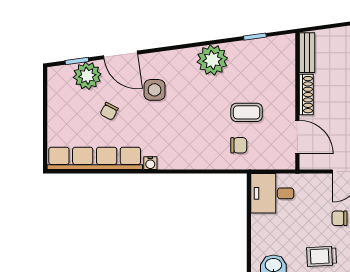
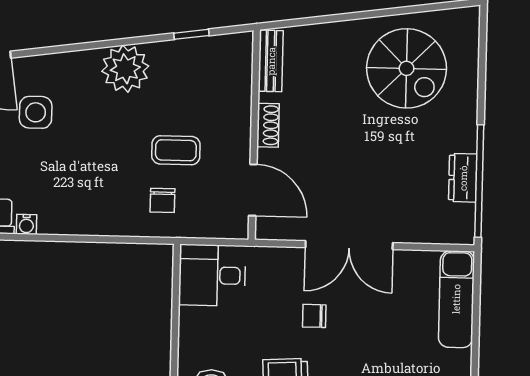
shoe rack: (306, 95) -> (268, 125), width x0.70
chair: (239, 145) -> (162, 200), turned 90

